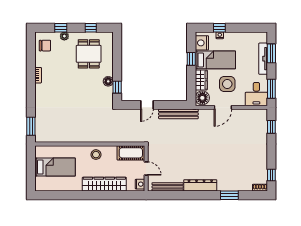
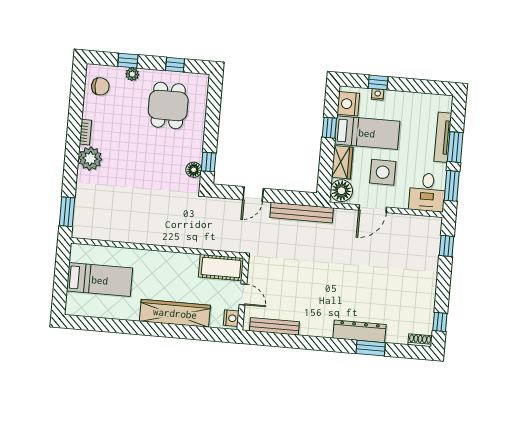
window: (271, 53) -> (455, 147), moved
floor lamp: (108, 81) -> (194, 170), moved
plant: (43, 91) -> (90, 159), added
stool: (96, 155) -> (166, 265), removed
dresser: (200, 185) -> (359, 331), moved

